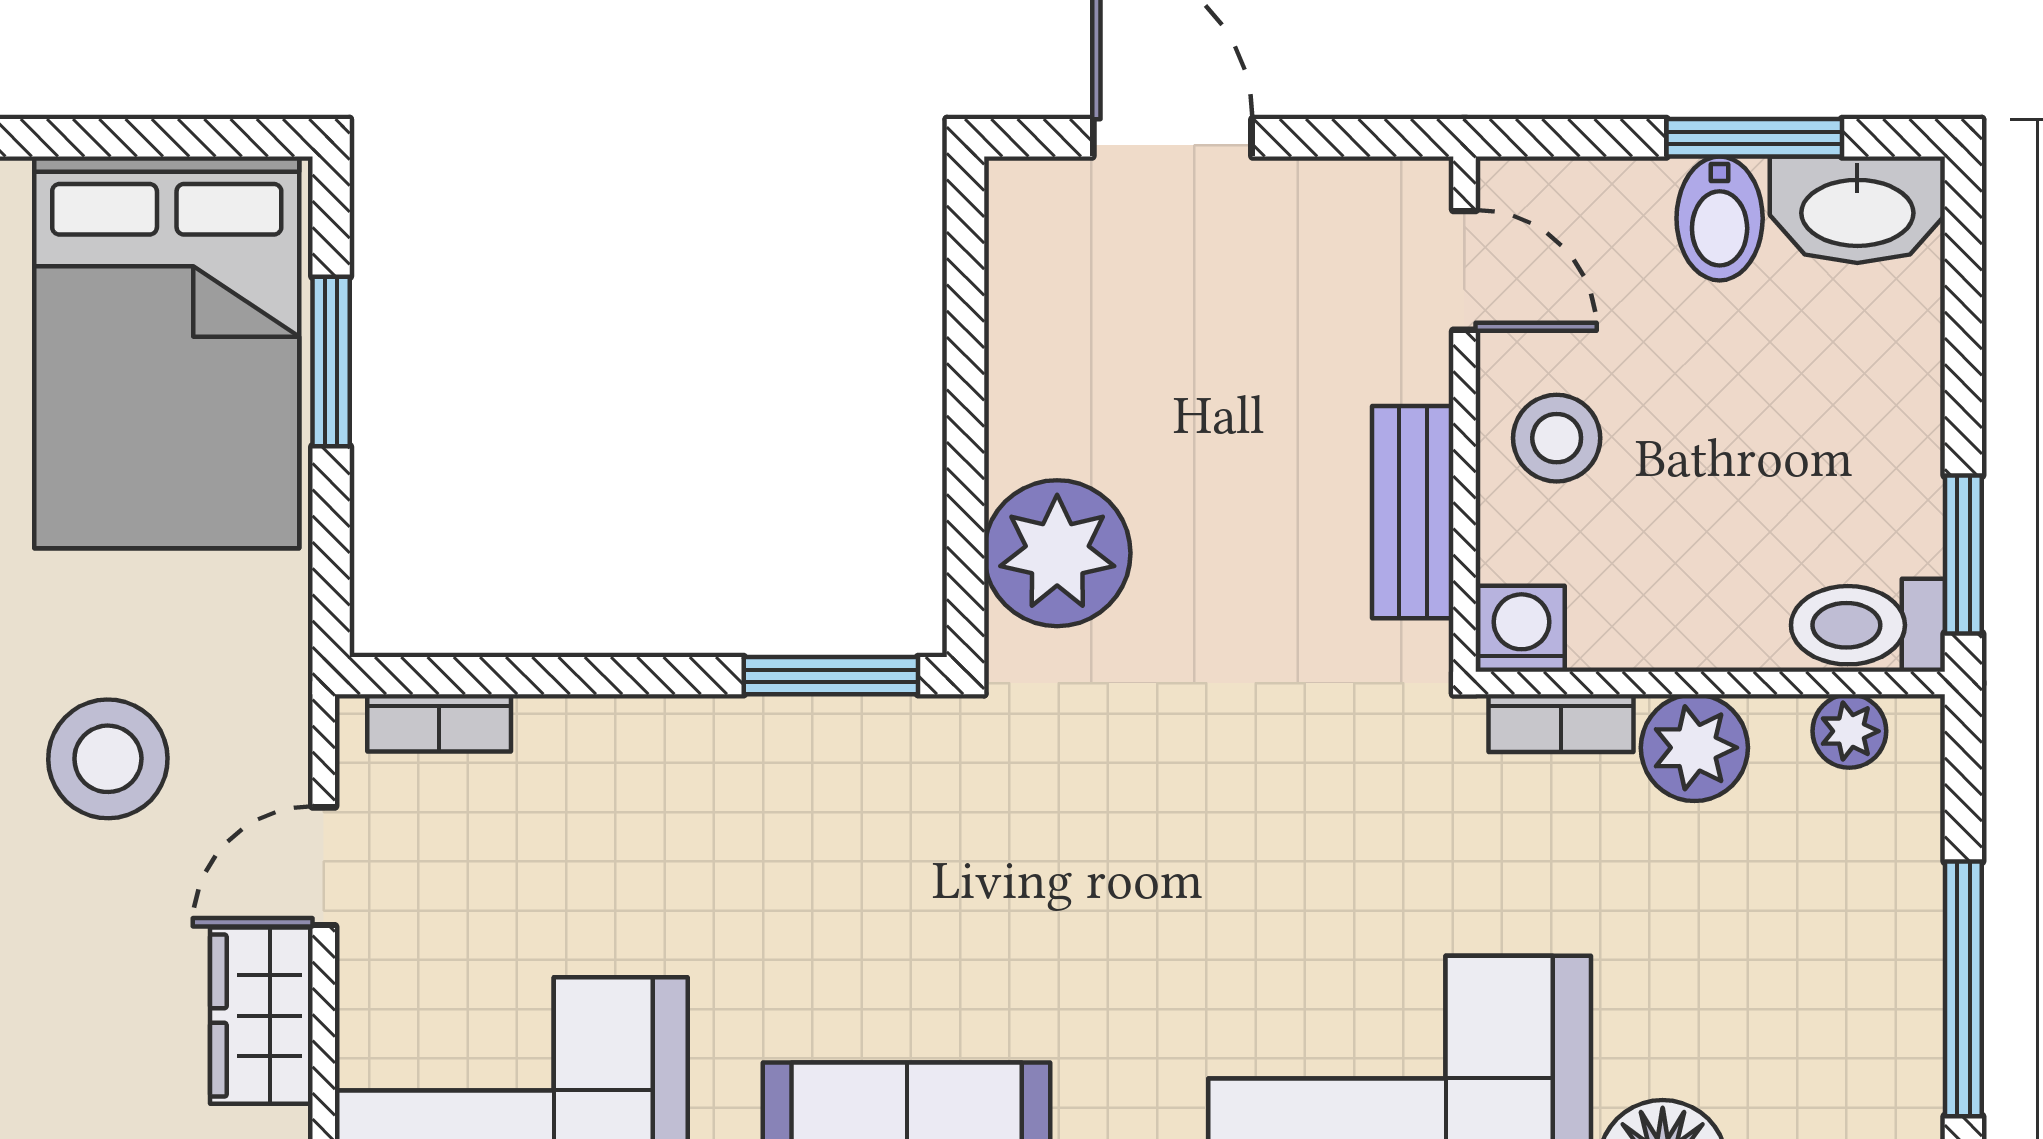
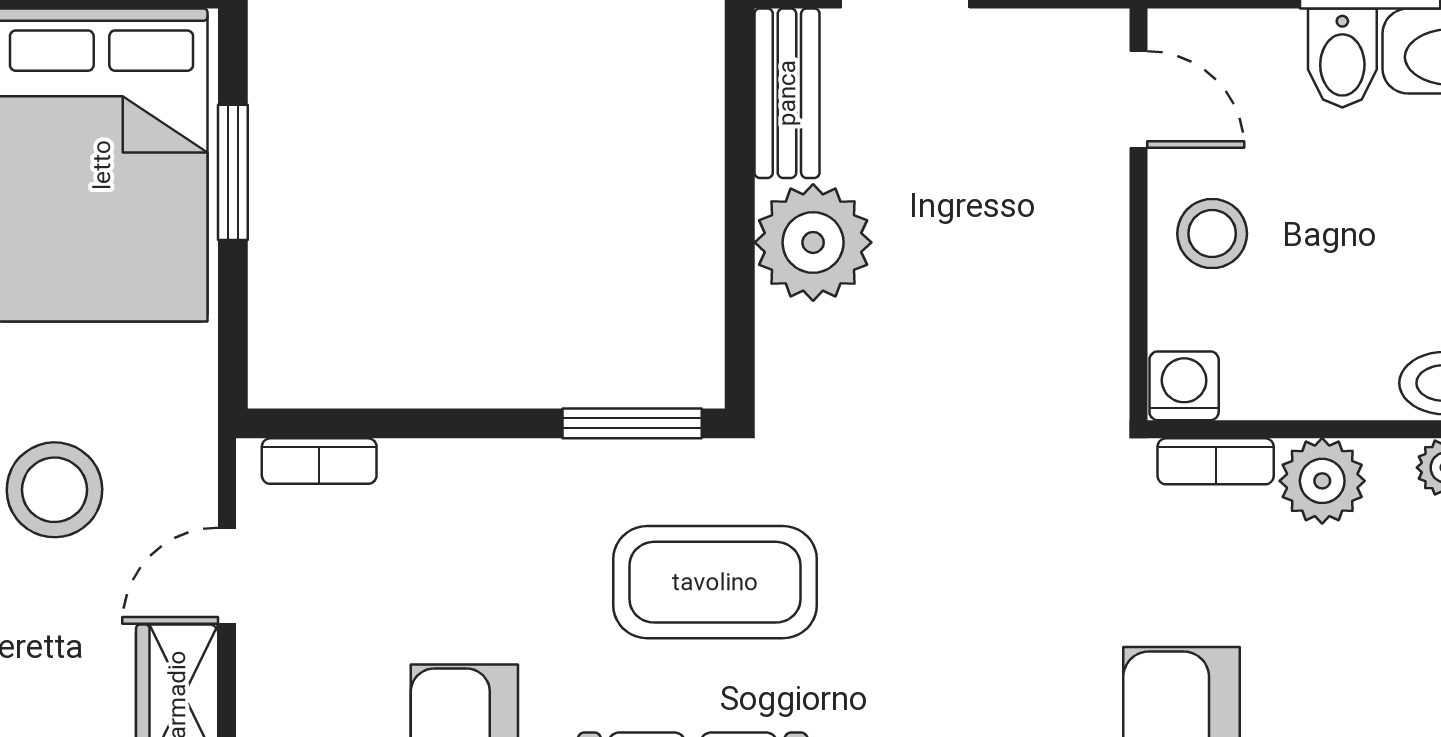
bench: (1413, 512) -> (787, 93), moved
plant: (1057, 553) -> (813, 242), moved
coffee table: (934, 874) -> (715, 582), added

